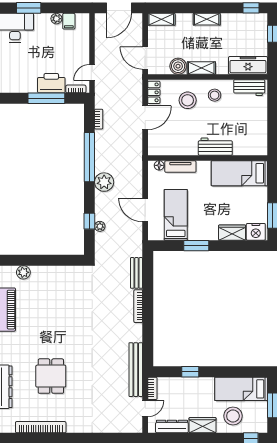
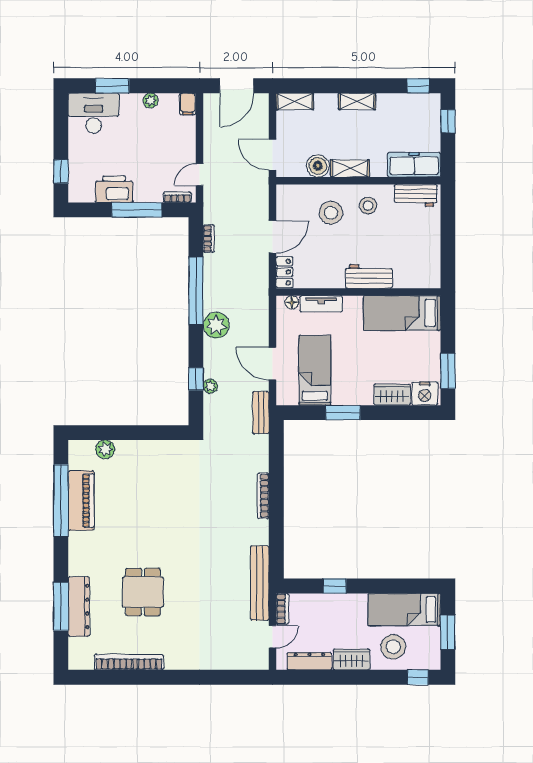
filing cabinet: (69, 21) -> (188, 104), moved
printer: (51, 83) -> (114, 189), moved
locker: (154, 92) -> (284, 272), moved
bench: (137, 273) -> (261, 413), moved

